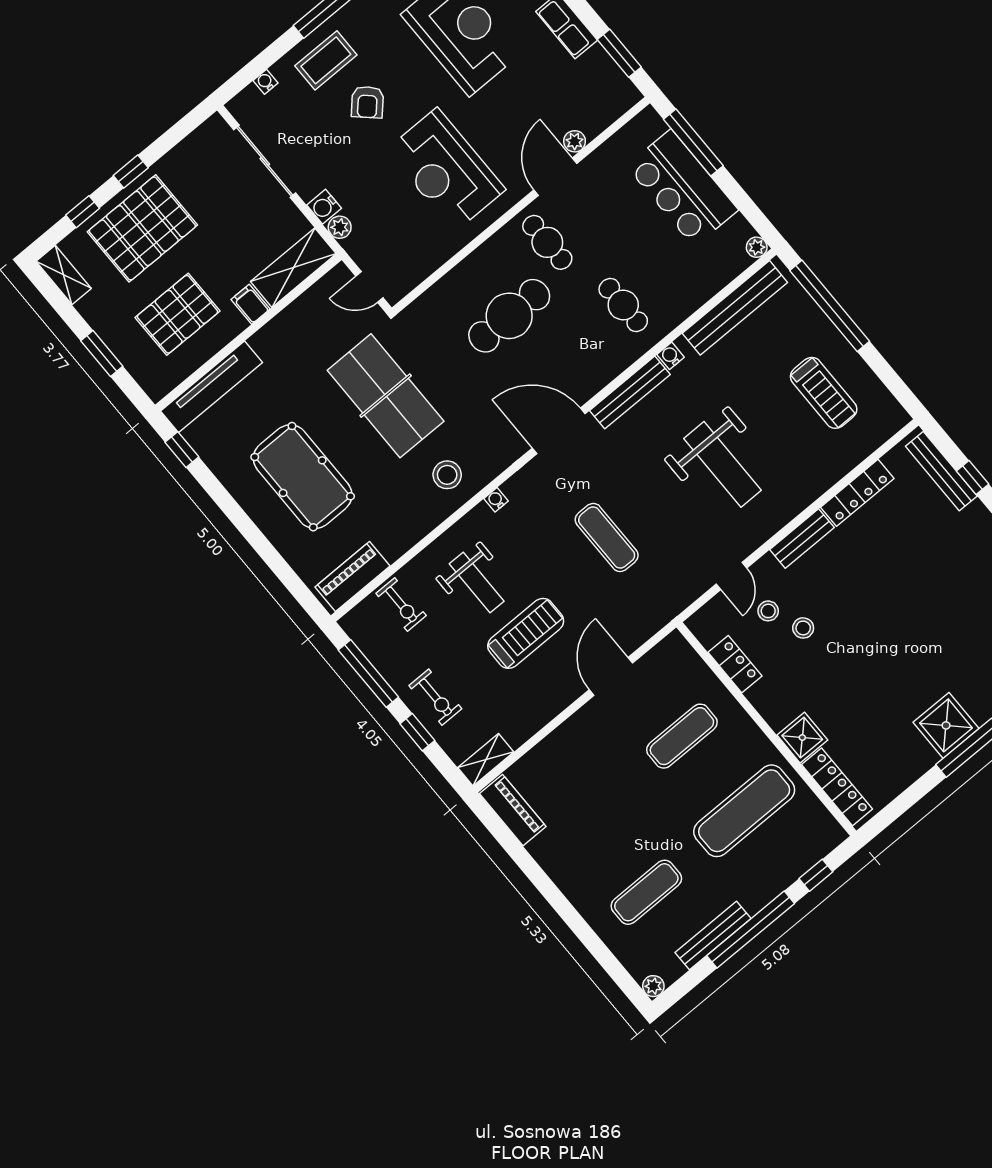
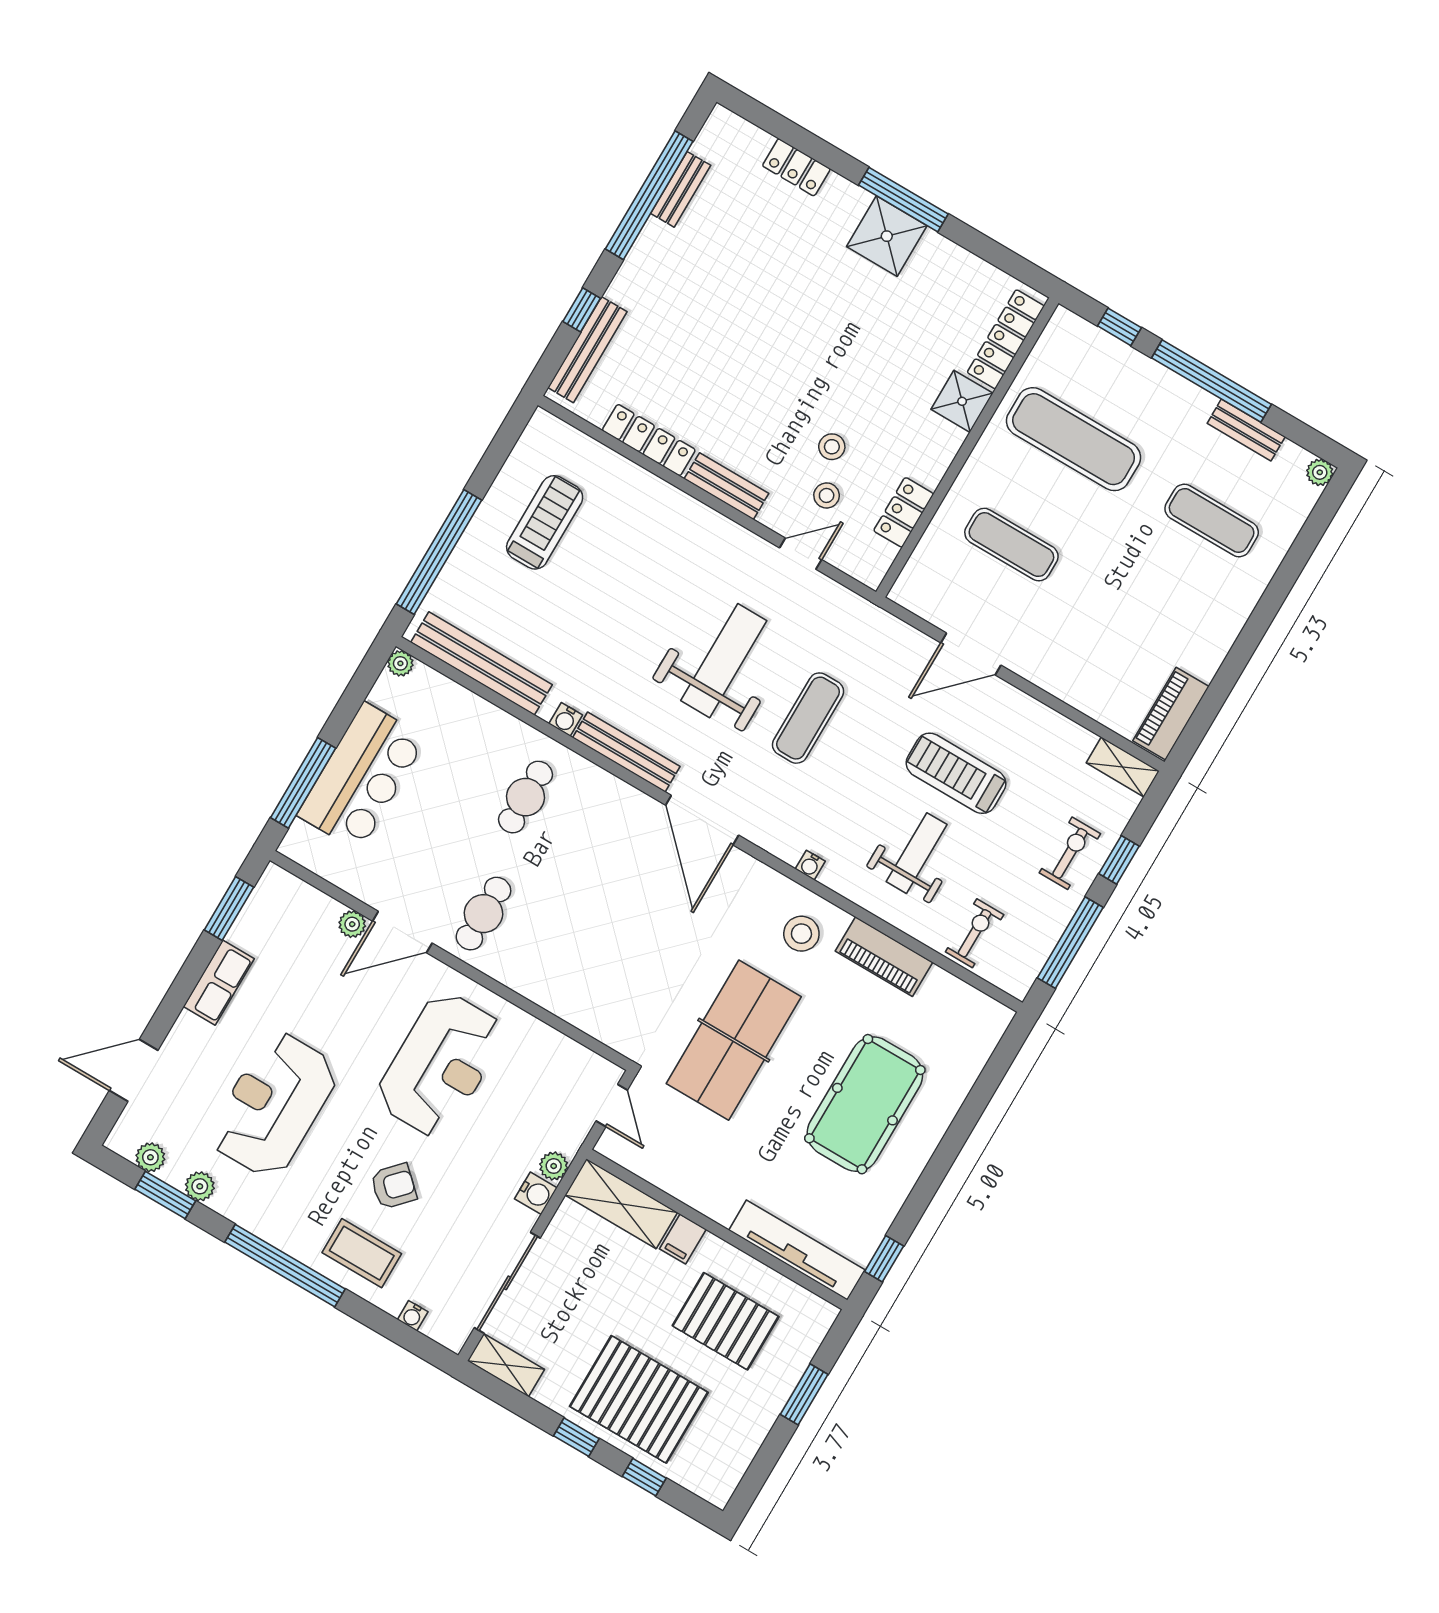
shelving: (64, 275) -> (506, 1365), moved, turned 90
cafe table: (509, 316) -> (587, 928), removed
weight bench: (722, 464) -> (724, 661), moved
piano: (353, 577) -> (884, 957), moved
bench: (713, 936) -> (1246, 430), width x0.73

